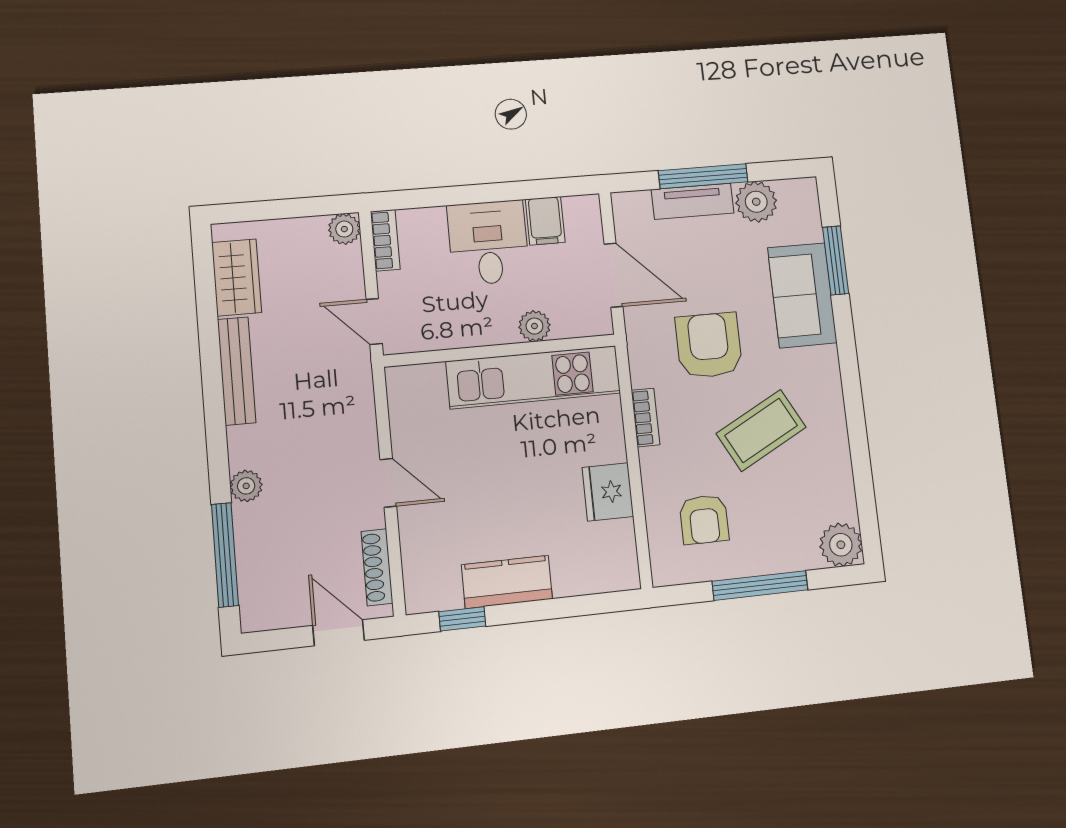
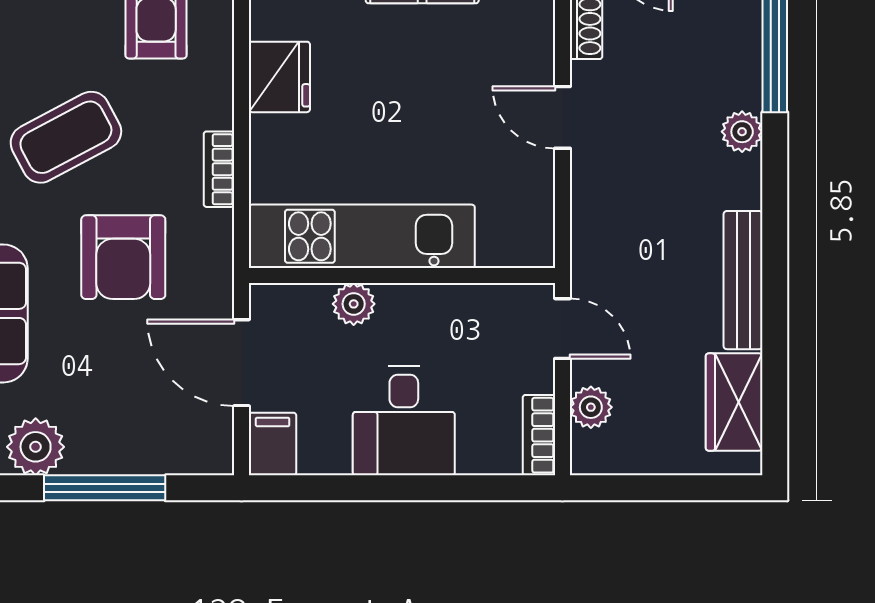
tv unit: (693, 201) -> (123, 455), removed
filing cabinet: (545, 221) -> (273, 444), moved
plant: (344, 229) -> (591, 407), moved

